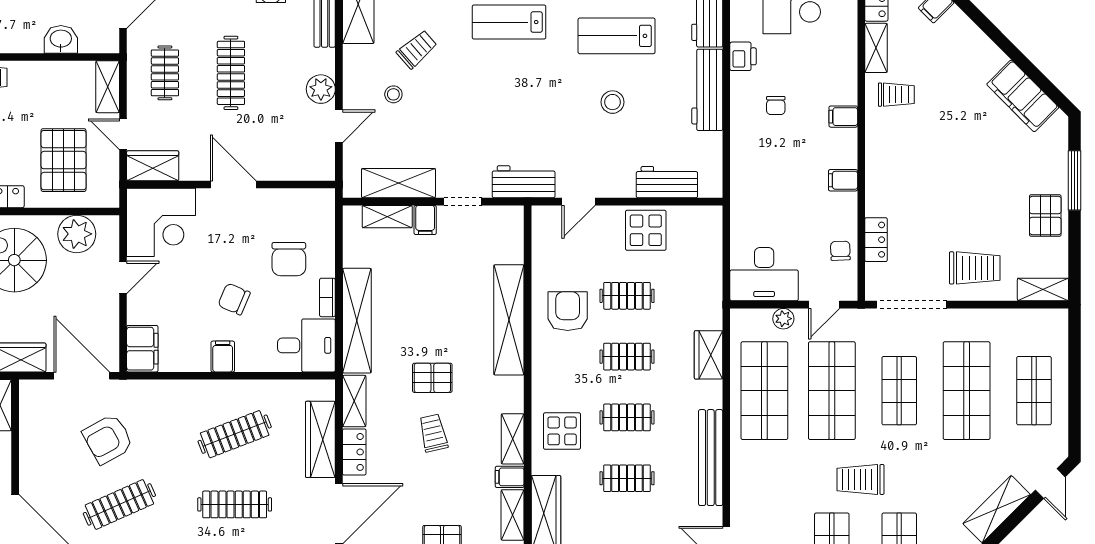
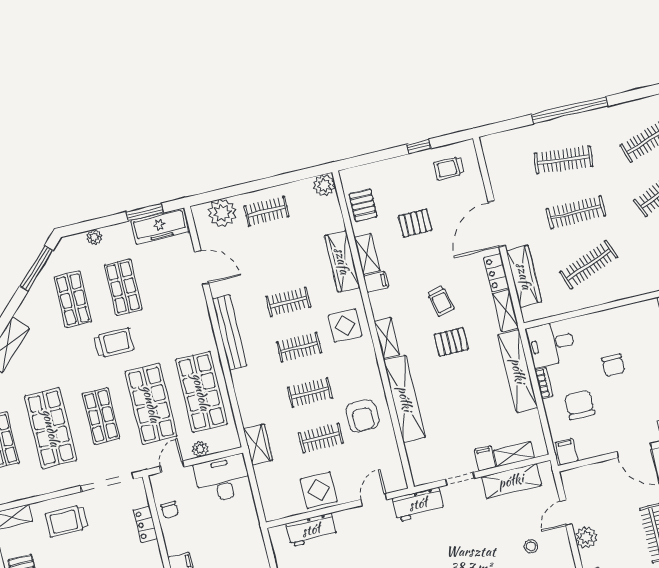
chair: (234, 299) -> (613, 365), turned 67
wardrobe: (709, 355) -> (258, 445), moved
filing cabinet: (223, 357) -> (567, 452), moved, turned 180
shelving: (513, 439) -> (387, 338), moved

